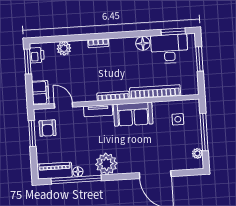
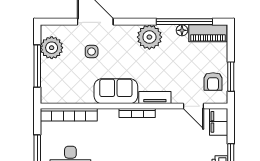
bookcase: (155, 92) -> (69, 115), moved
side table: (178, 119) -> (92, 52), moved
armchair: (48, 128) -> (213, 82), turned 180
plant: (197, 153) -> (52, 48), width x1.87, depth x1.87

